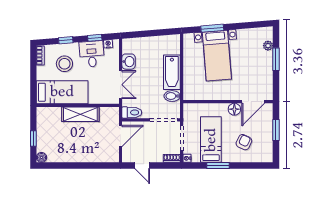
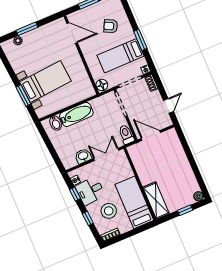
bidet: (172, 96) -> (56, 123), moved
floor lamp: (234, 109) -> (102, 85), moved
shelving: (80, 114) -> (156, 200), moved

